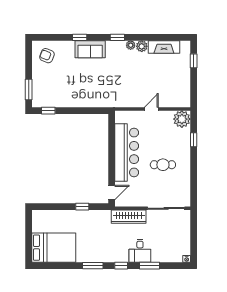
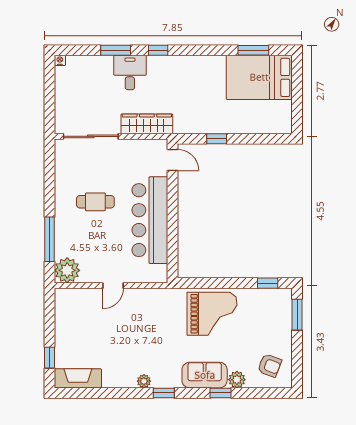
plant: (142, 46) -> (237, 380), moved
fireplace: (164, 47) -> (78, 378), moved
grand piano: (85, 90) -> (212, 314), added
window: (194, 140) -> (49, 239), width x2.17
door: (112, 193) -> (172, 160), swing flipped
window: (93, 266) -> (253, 50), moved

